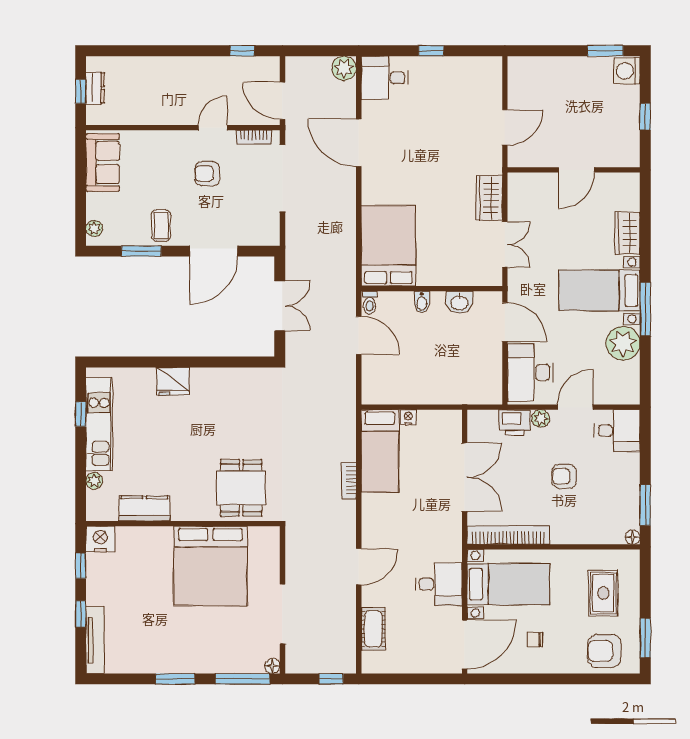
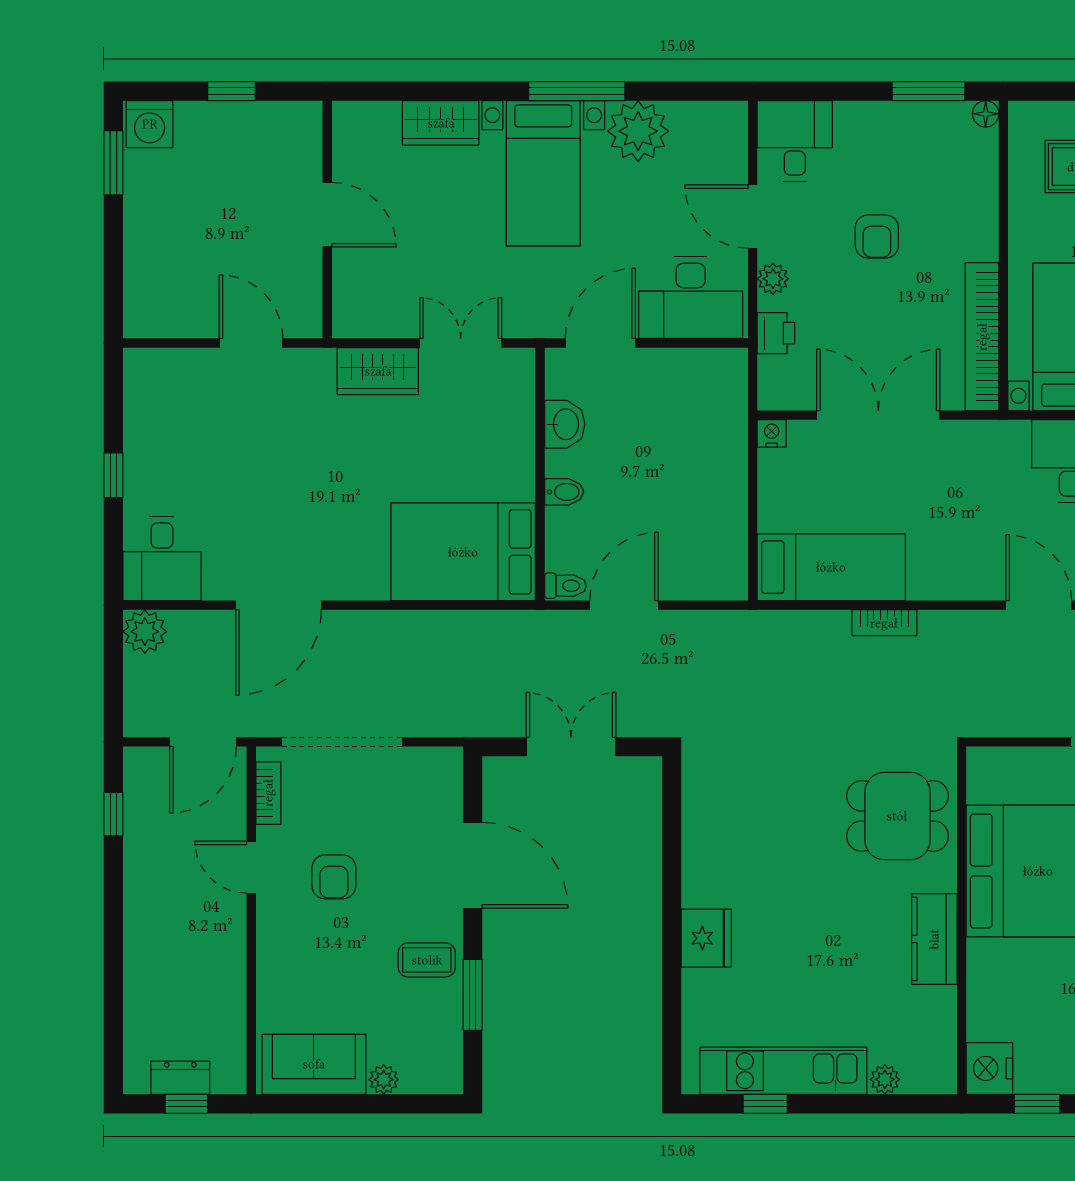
plant: (94, 229) -> (384, 1080), moved
nightstand: (408, 417) -> (772, 433), moved, turned 90
printer: (515, 423) -> (776, 333), width x0.73, depth x0.81
kitchen counter: (145, 508) -> (934, 939), moved

